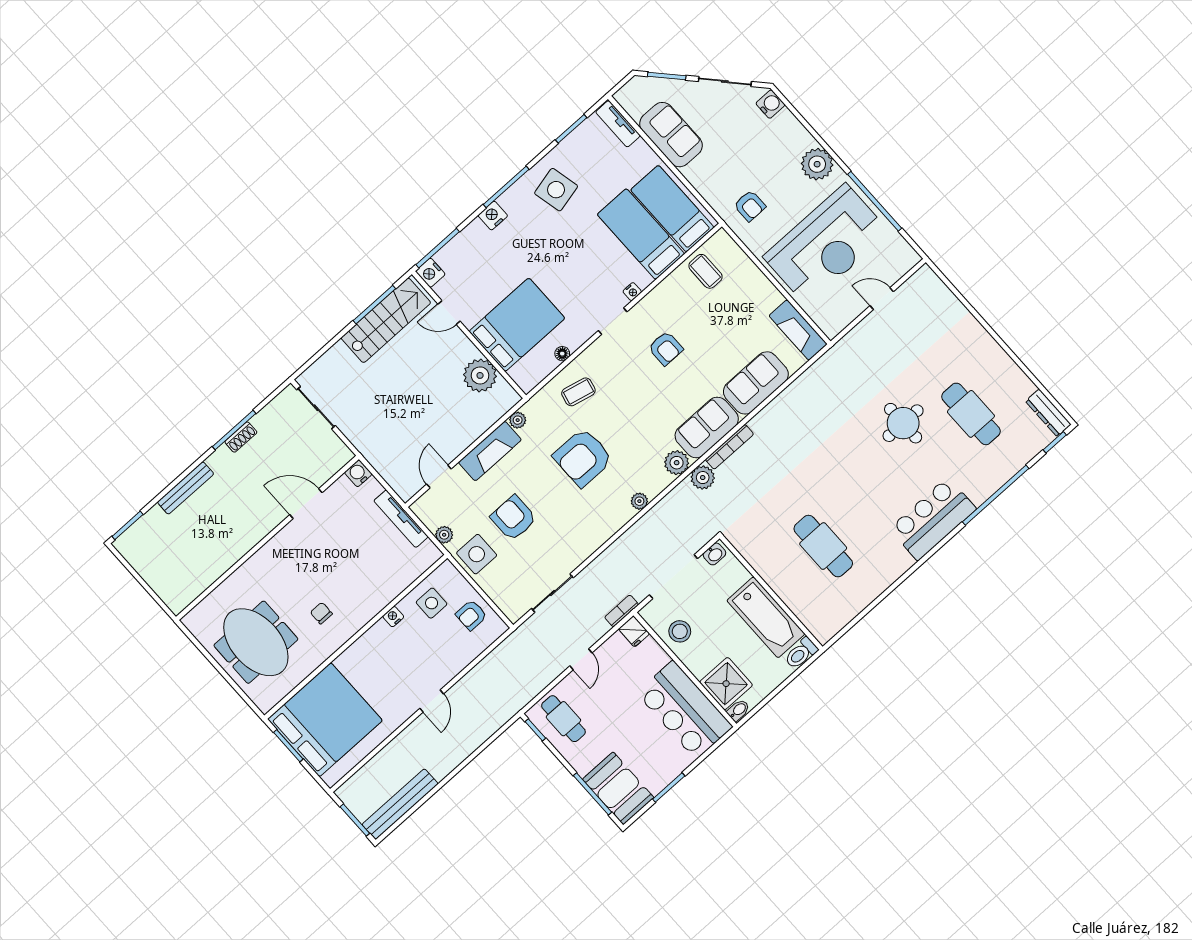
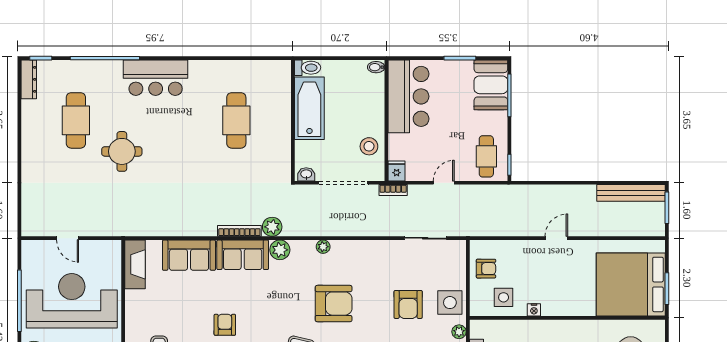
shower: (726, 684) -> (369, 90), removed

